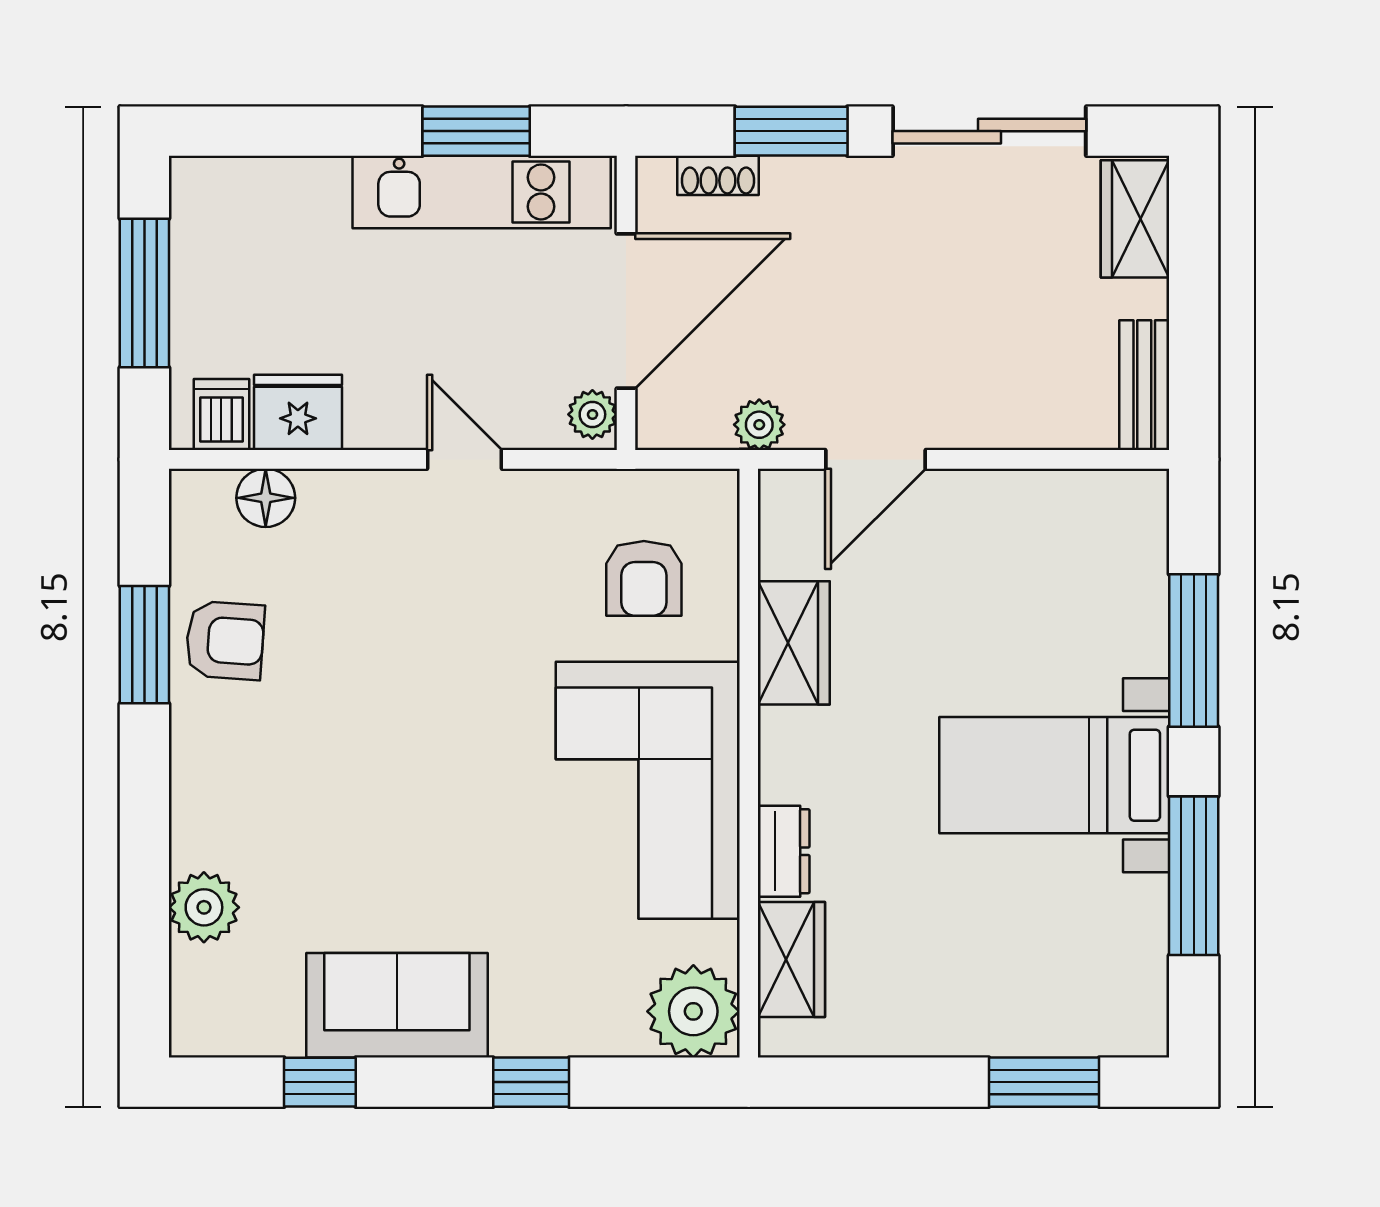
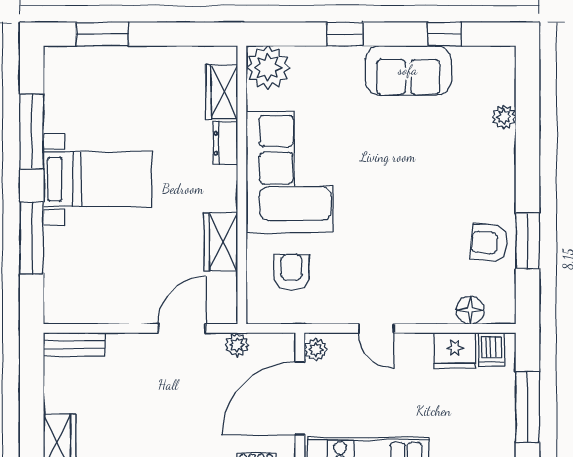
bench: (1144, 385) -> (74, 344), moved, turned 90
plant: (204, 907) -> (504, 117), width x0.73, depth x0.73

